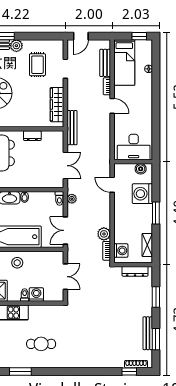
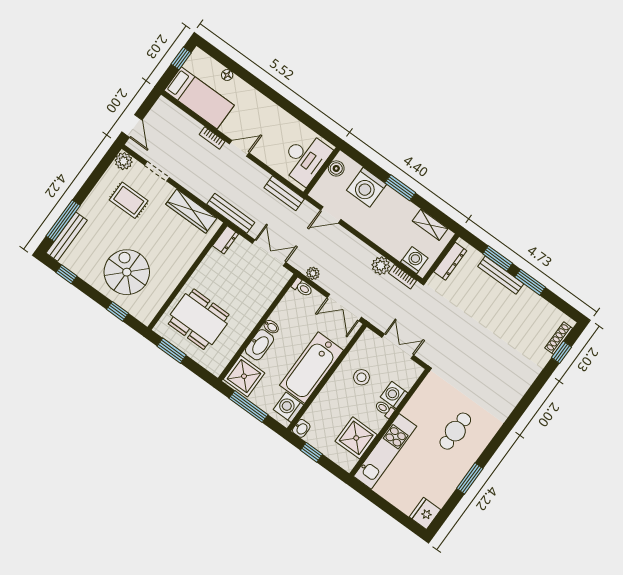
plant: (16, 46) -> (124, 161), moved
bench: (105, 63) -> (284, 193), moved
dresser: (32, 136) -> (226, 240), moved
stool: (17, 263) -> (362, 377), moved
bench: (148, 333) -> (501, 275), moved
window: (156, 339) -> (530, 282), moved

